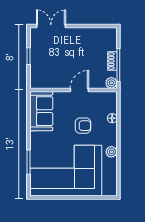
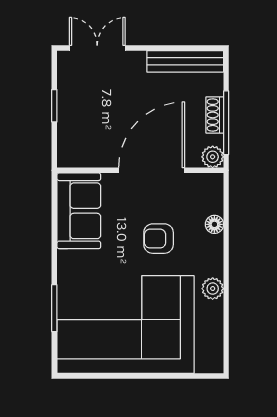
bench: (97, 33) -> (185, 61), added
door: (79, 90) -> (152, 170), width x1.87
armchair: (83, 126) -> (159, 239), turned 180

